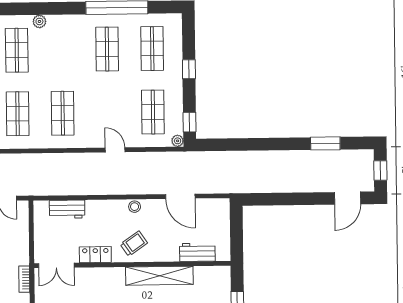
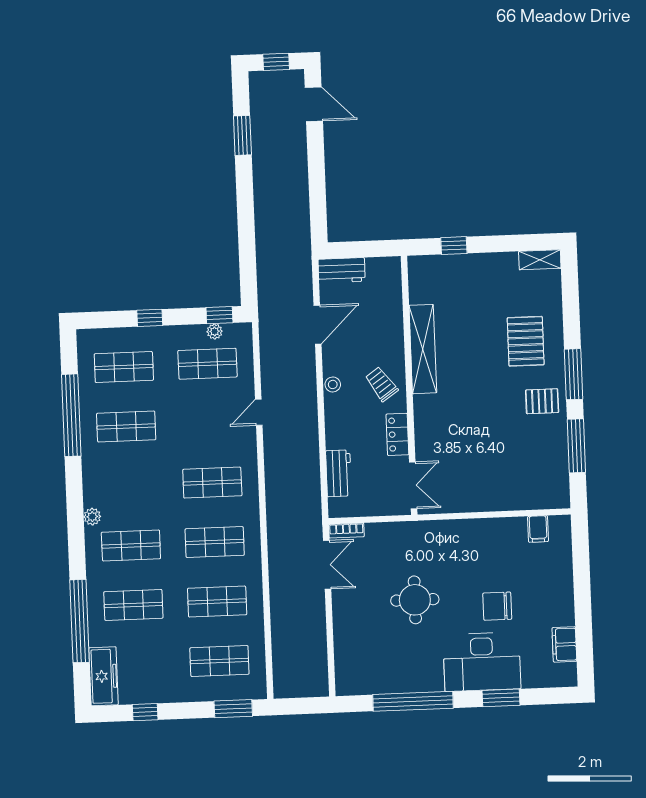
plant: (178, 141) -> (215, 331), moved
workbench: (197, 252) -> (342, 270), moved, turned -90
bookcase: (24, 279) -> (346, 531), moved

